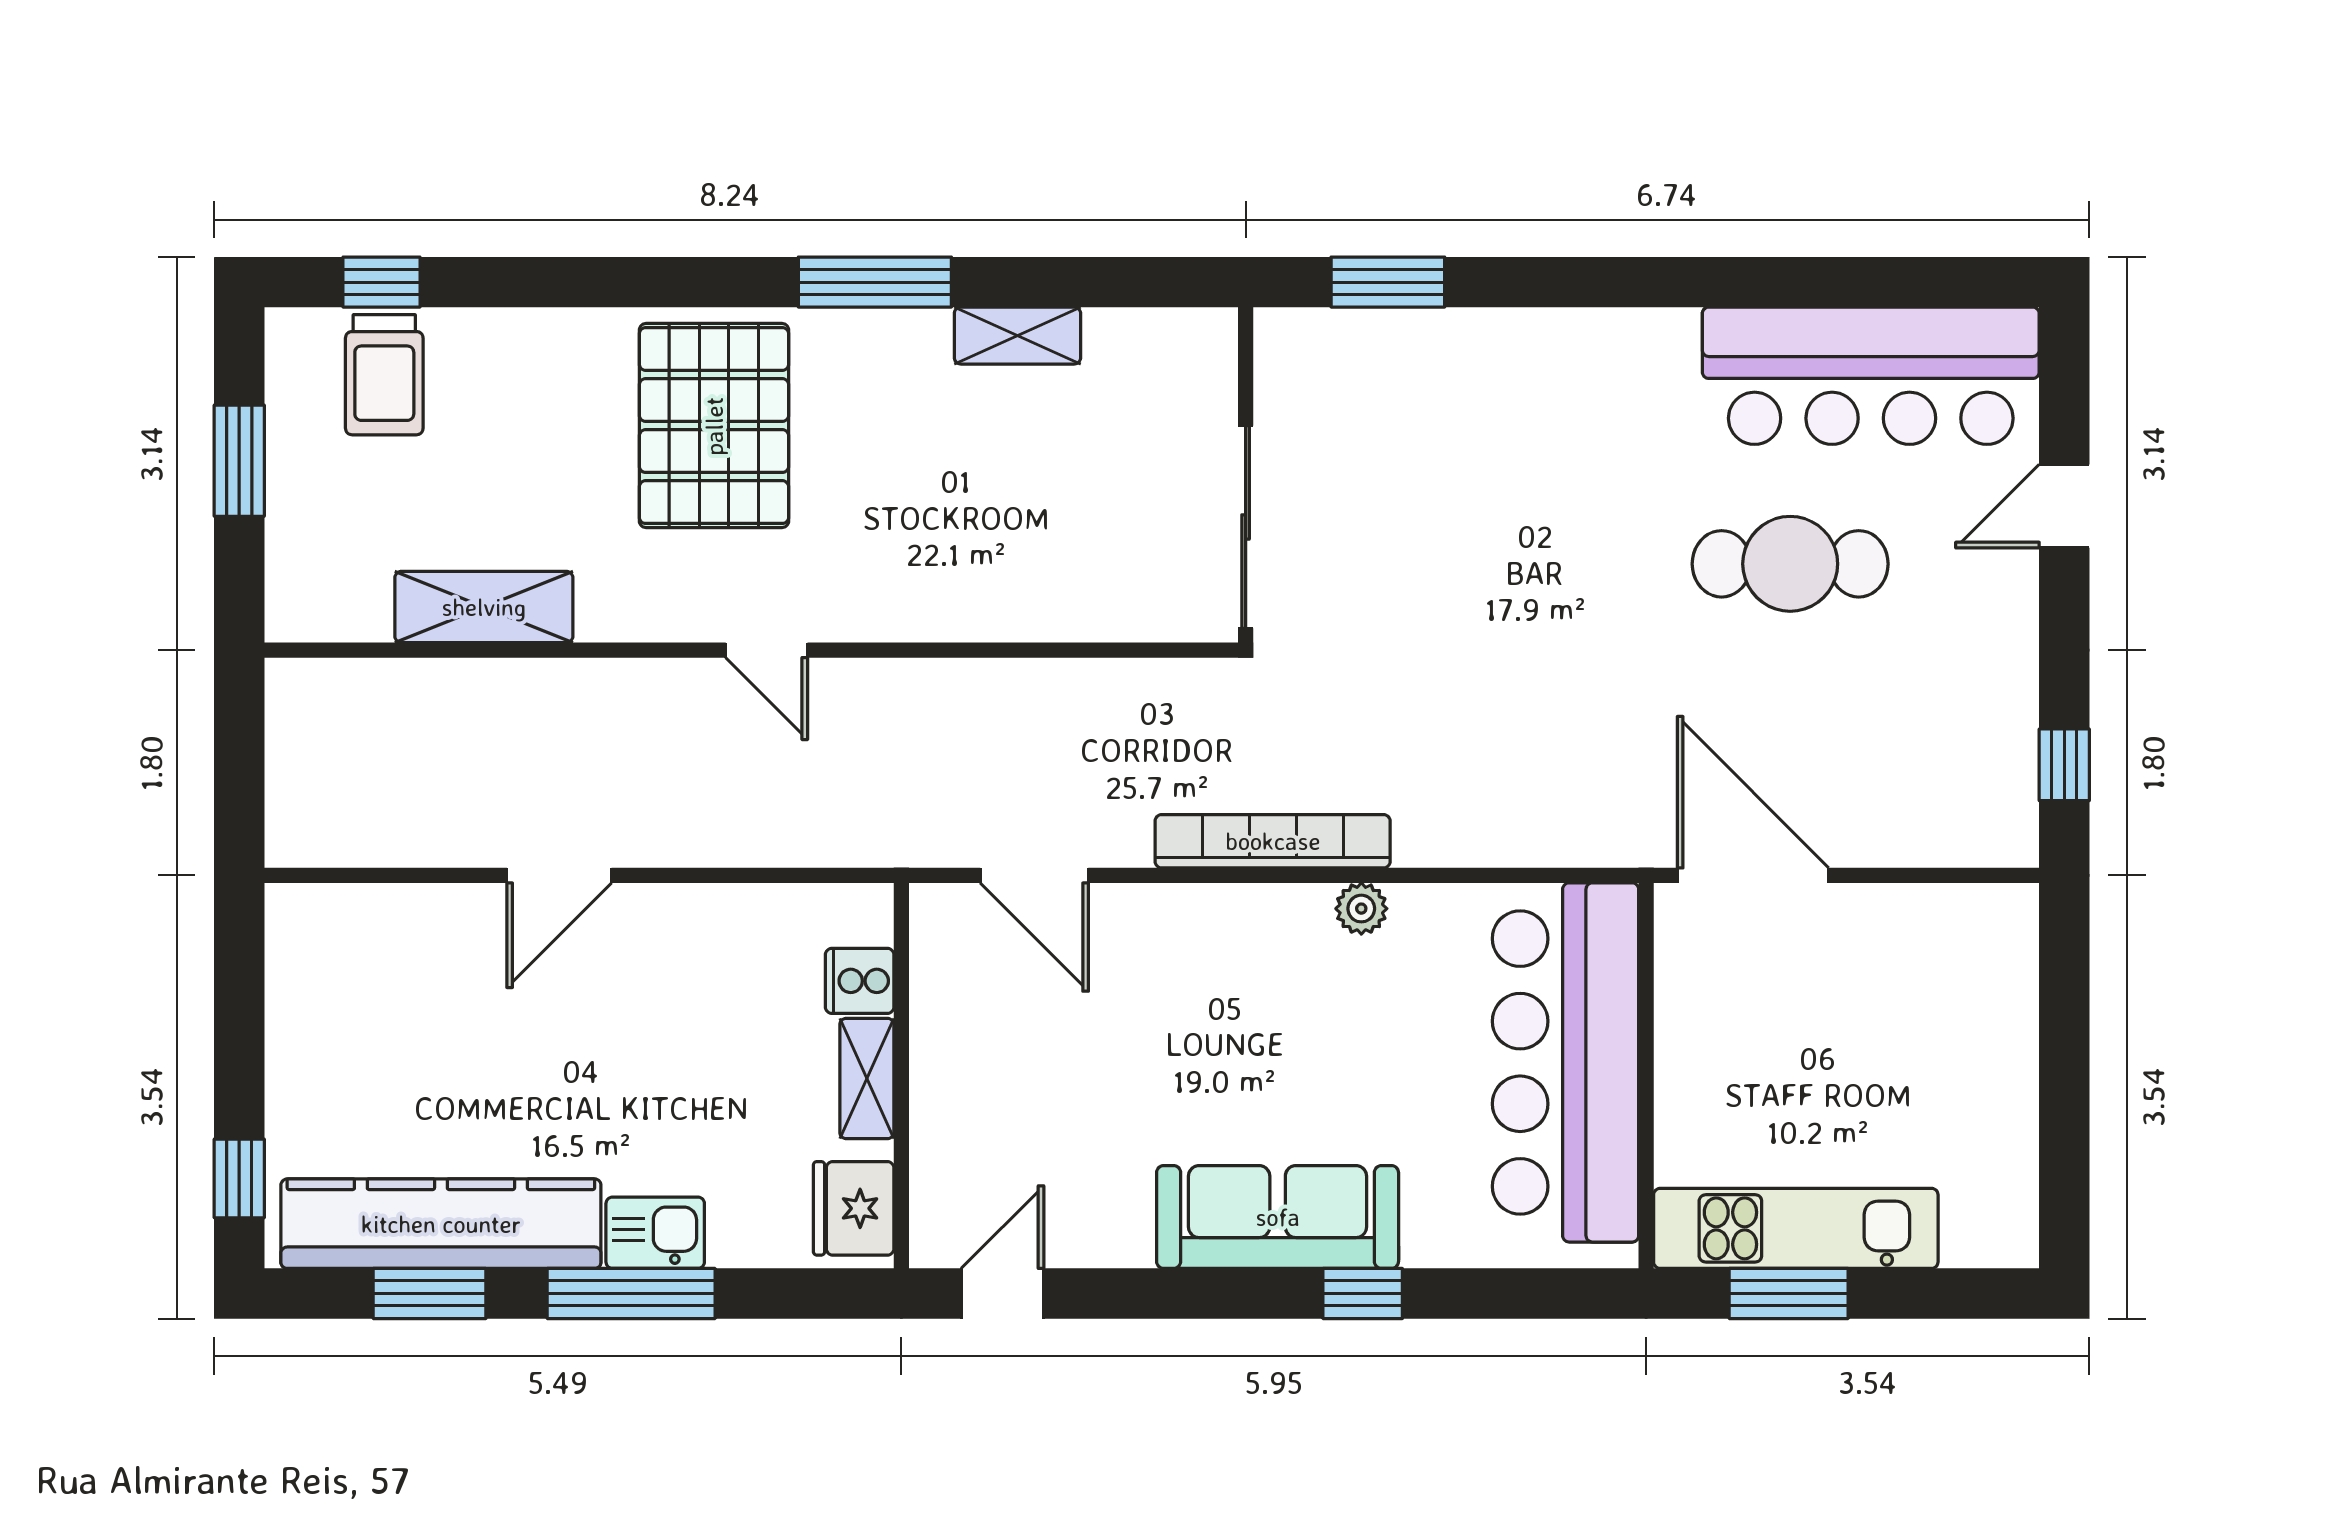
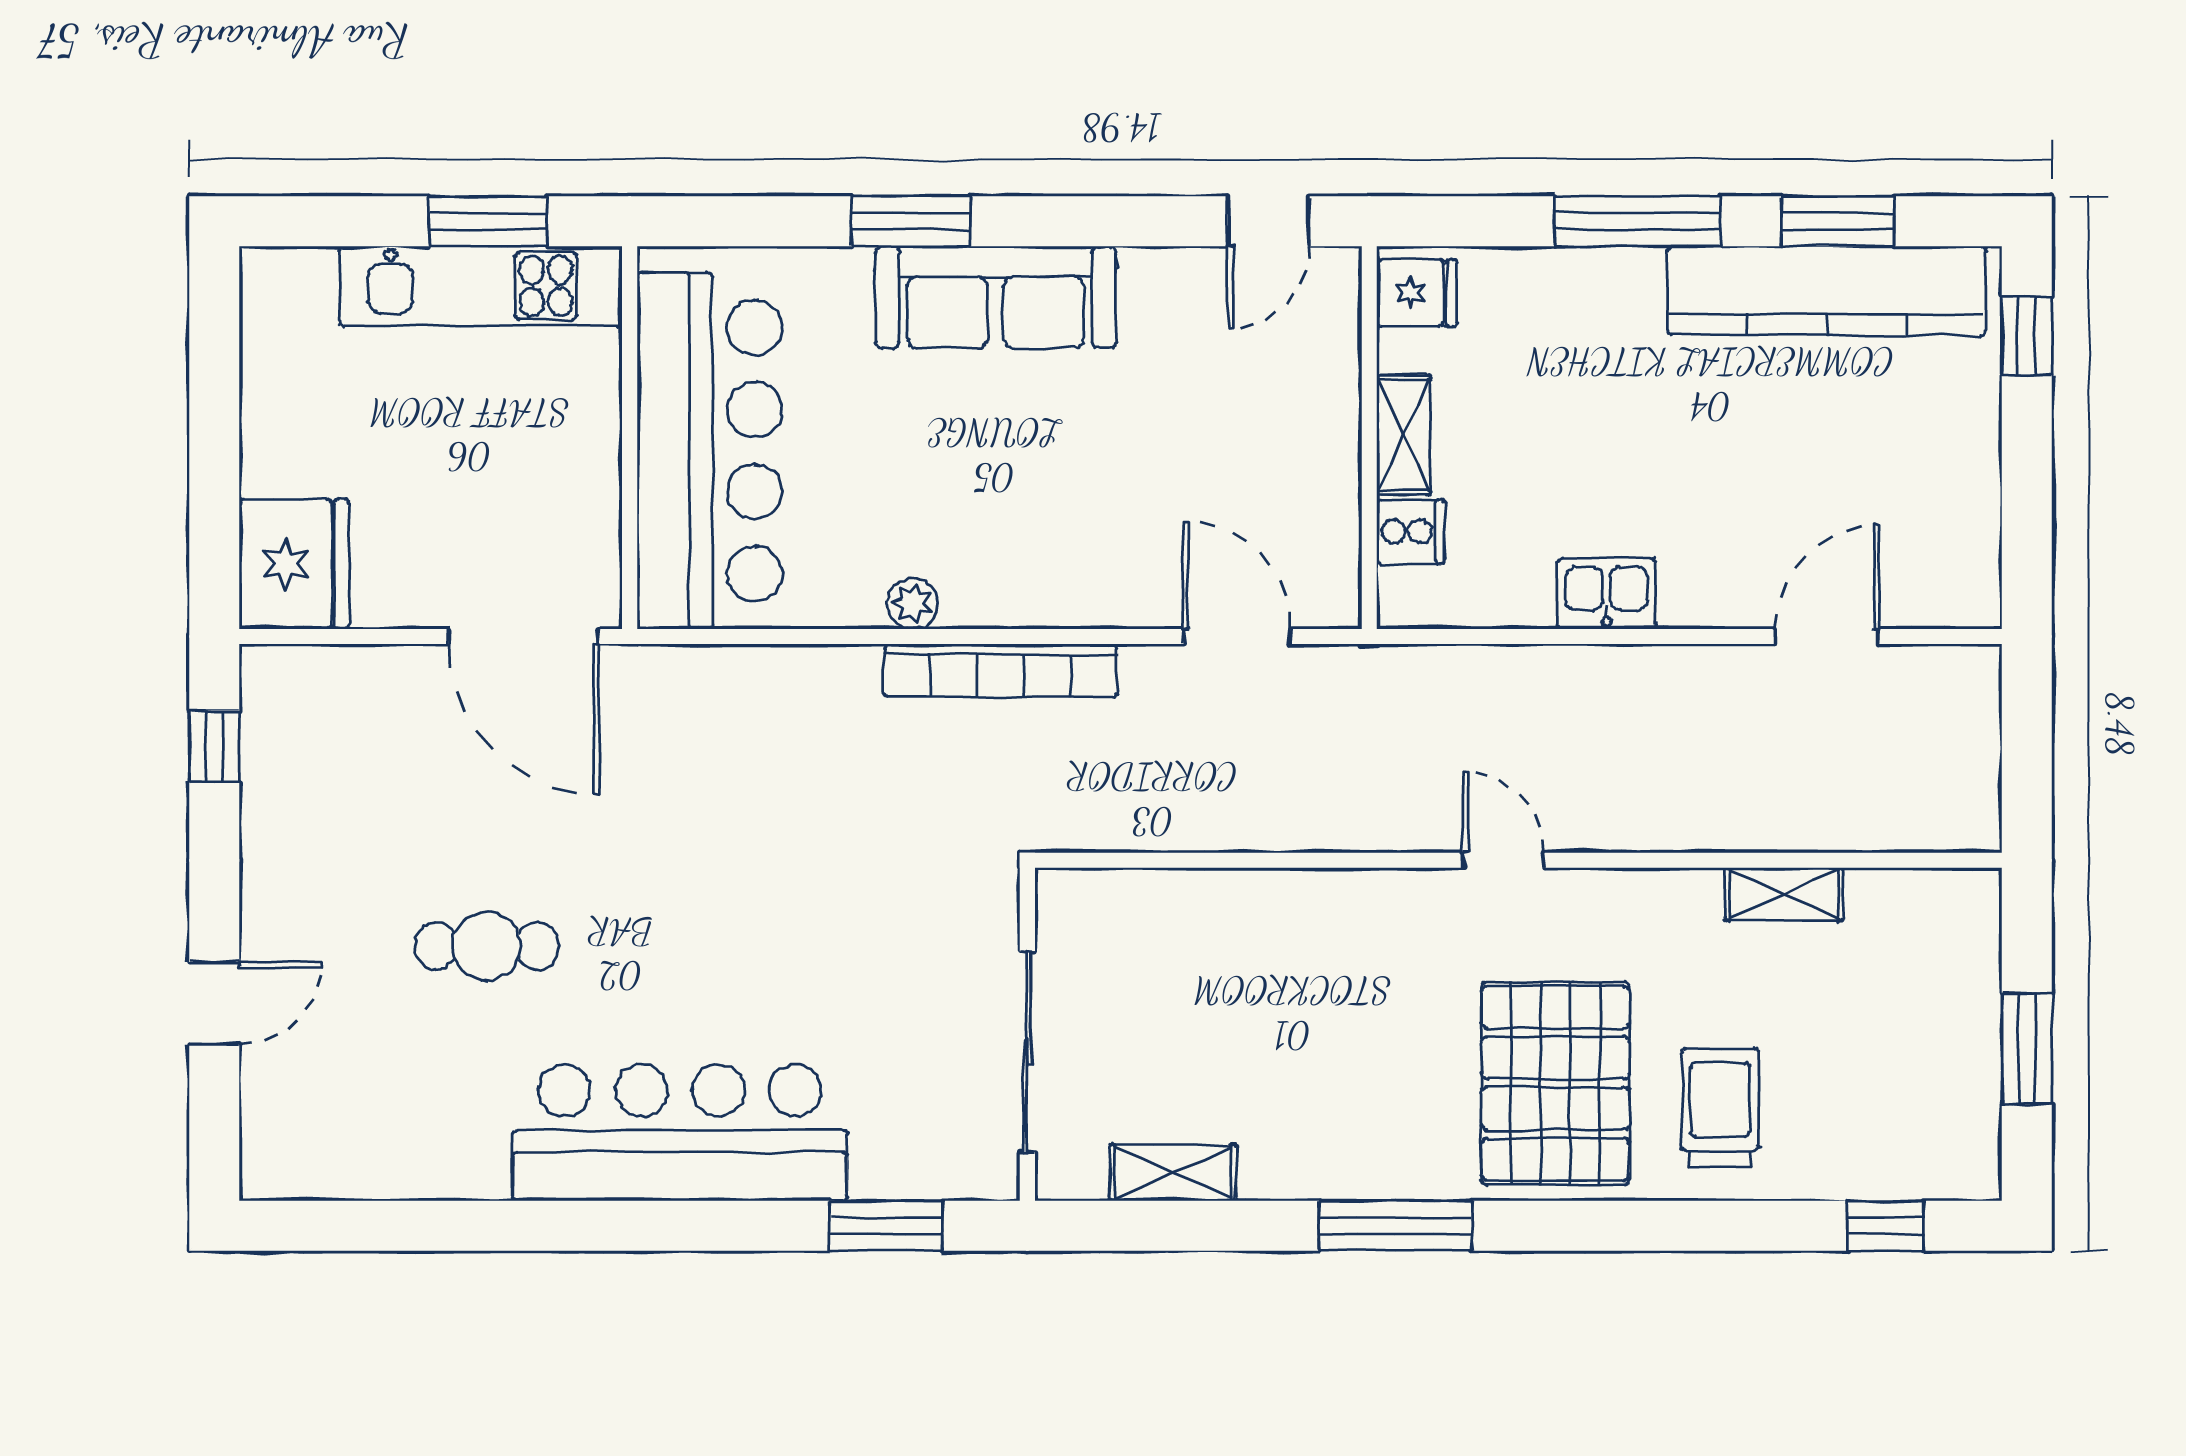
shelving: (1017, 336) -> (1173, 1173), moved
trolley: (384, 375) -> (1720, 1108), moved
bar counter: (1871, 376) -> (680, 1133), moved
sliding door: (1246, 527) -> (1027, 1052), moved
cafe table: (1790, 564) -> (487, 946), width x0.73, depth x0.74
shelving: (484, 607) -> (1784, 894), width x0.67, depth x0.75
door: (559, 875) -> (1827, 636), moved
fridge: (1984, 948) -> (294, 564), added
fridge: (854, 1208) -> (1417, 293), width x0.72
kitchen sink: (655, 1233) -> (1606, 594), moved, turned 180
window: (1363, 1293) -> (911, 221), width x1.50

